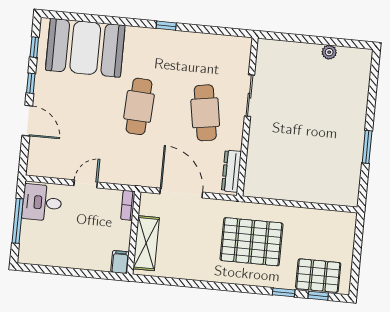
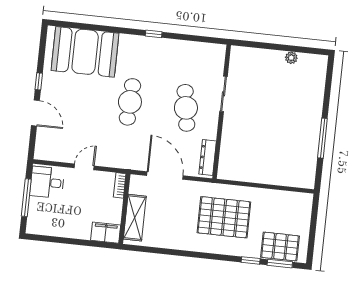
window: (34, 47) -> (42, 51), removed
window: (367, 147) -> (322, 138), width x1.44
filing cabinet: (120, 262) -> (106, 233), width x2.00
window: (318, 296) -> (280, 264), width x1.50

